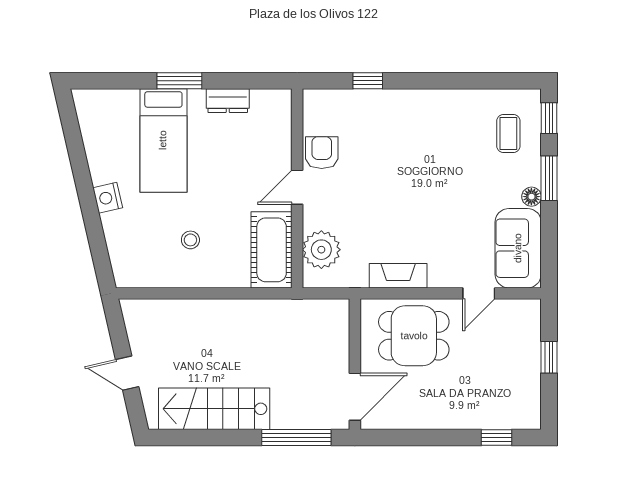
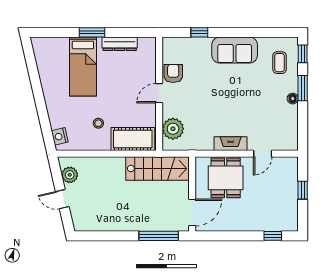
dresser: (228, 101) -> (120, 44), width x1.44
nightstand: (108, 198) -> (60, 136), moved
sofa: (518, 248) -> (235, 50), moved, turned -90
cot: (272, 250) -> (133, 139), moved, turned 90
fireplace: (398, 276) -> (231, 144), moved
plant: (140, 331) -> (70, 175), added
dining table: (414, 336) -> (226, 178), turned 90
stairs: (214, 409) -> (157, 169), moved, turned 180

